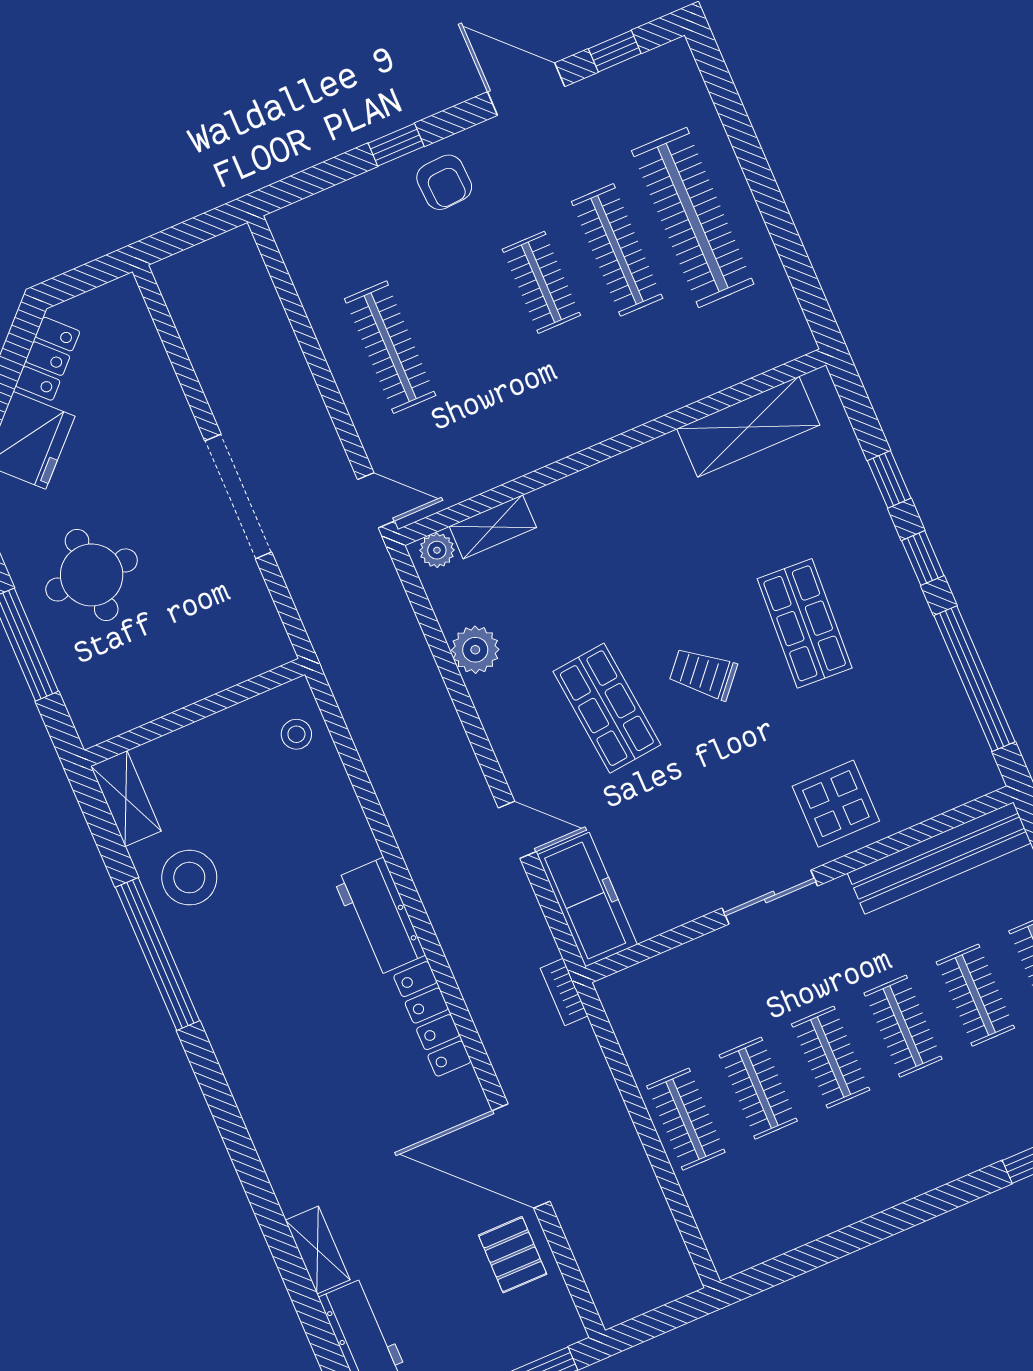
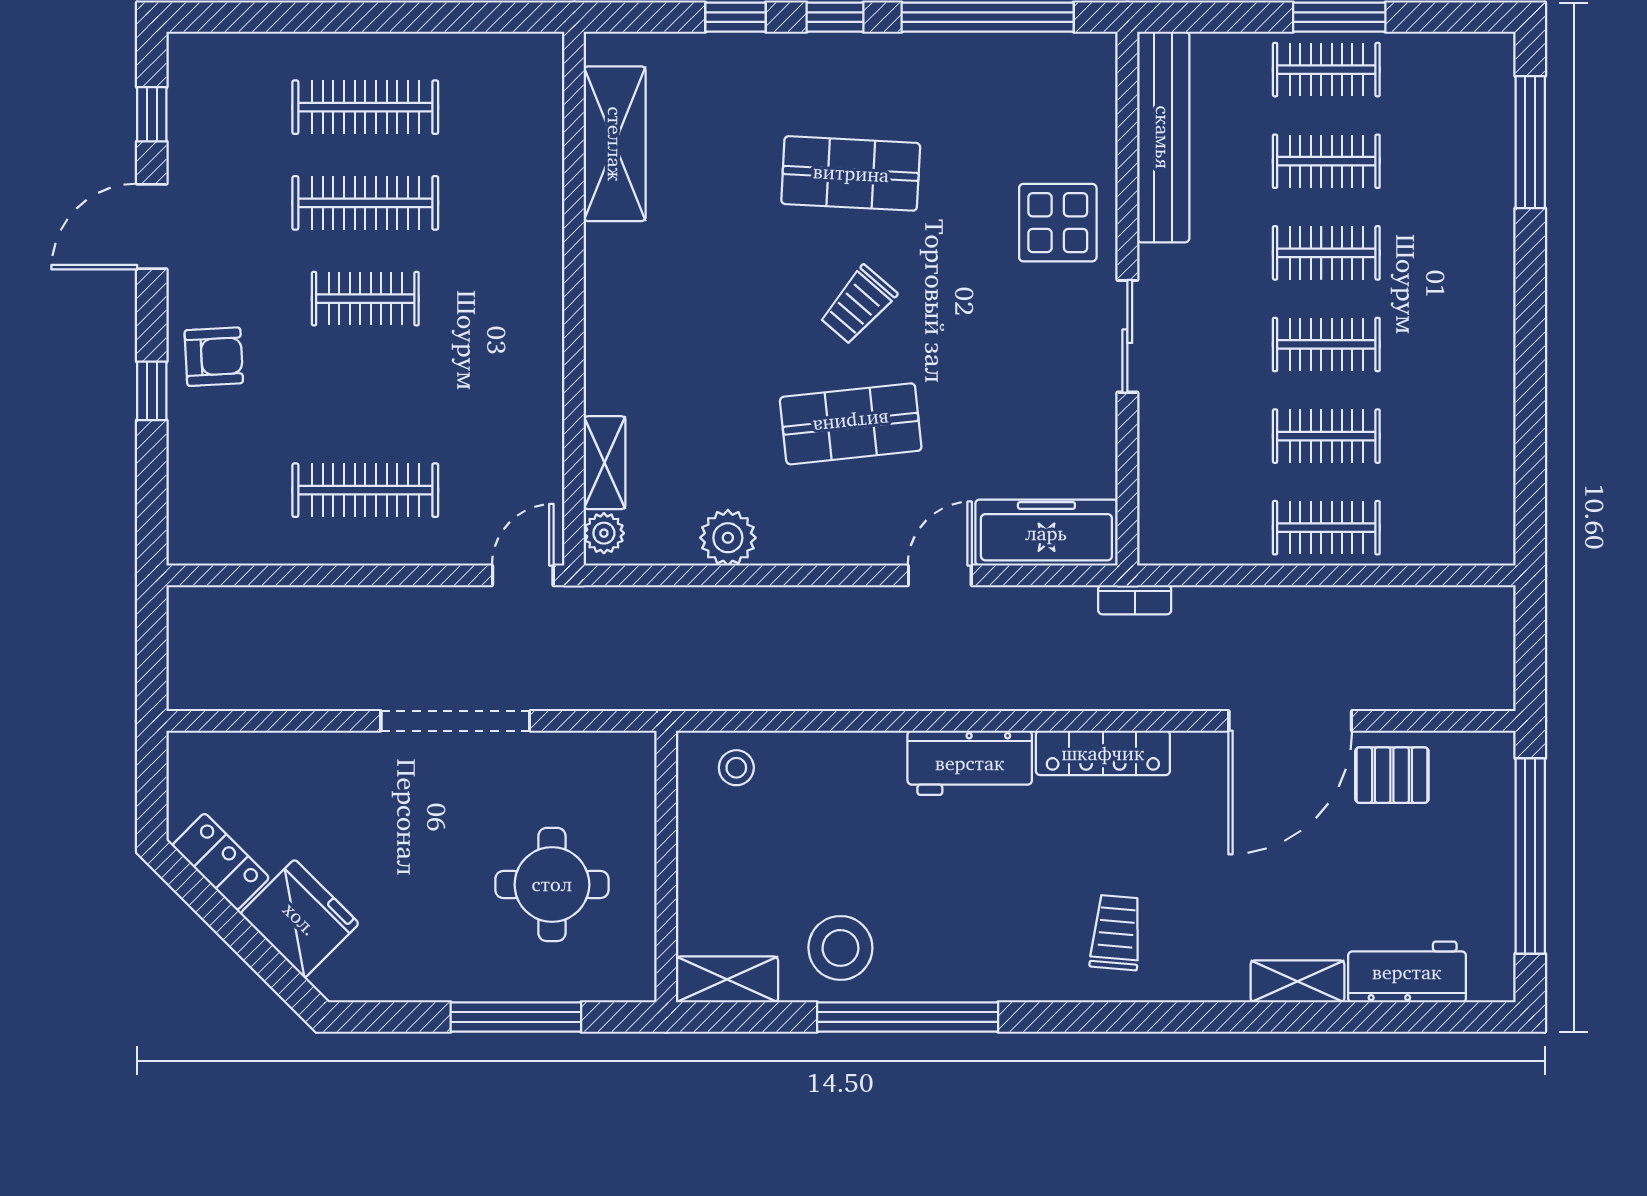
clothes rail: (693, 217) -> (365, 107), width x0.73, depth x0.76
round table: (92, 575) -> (552, 884), moved
trolley: (295, 1090) -> (1116, 933), added

